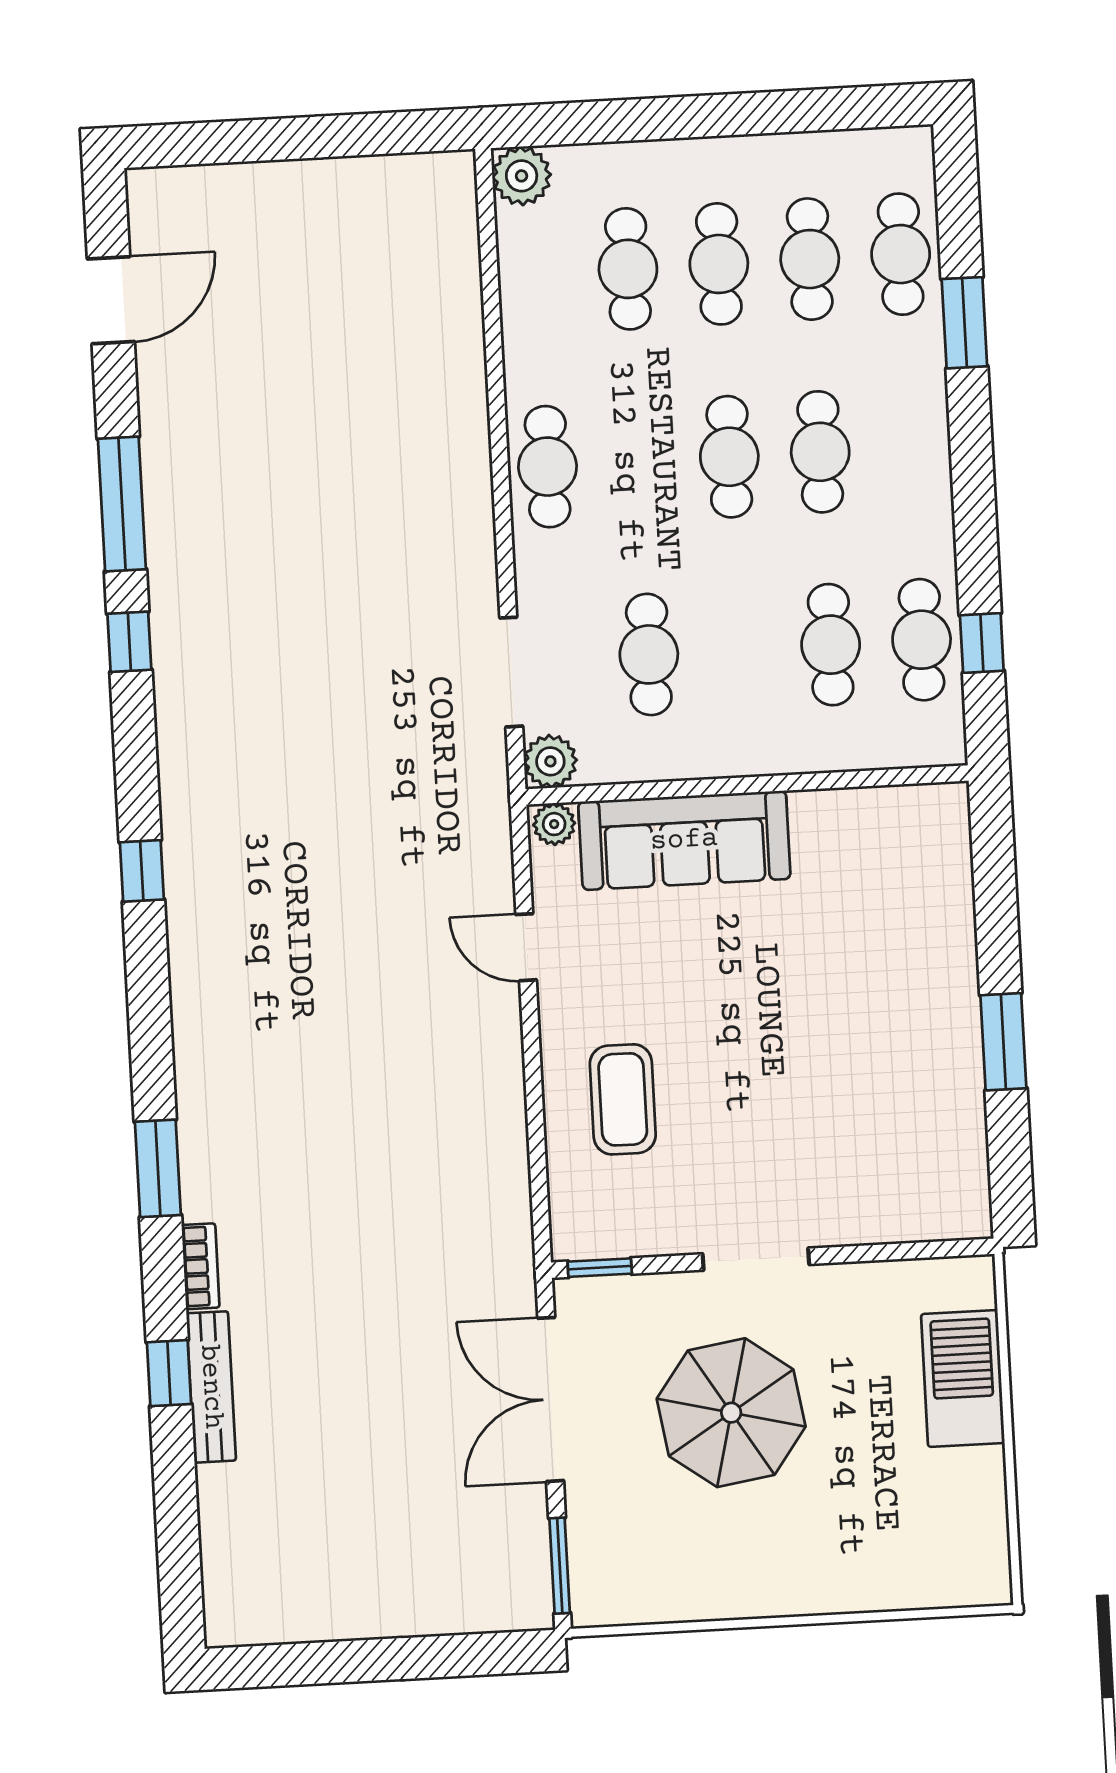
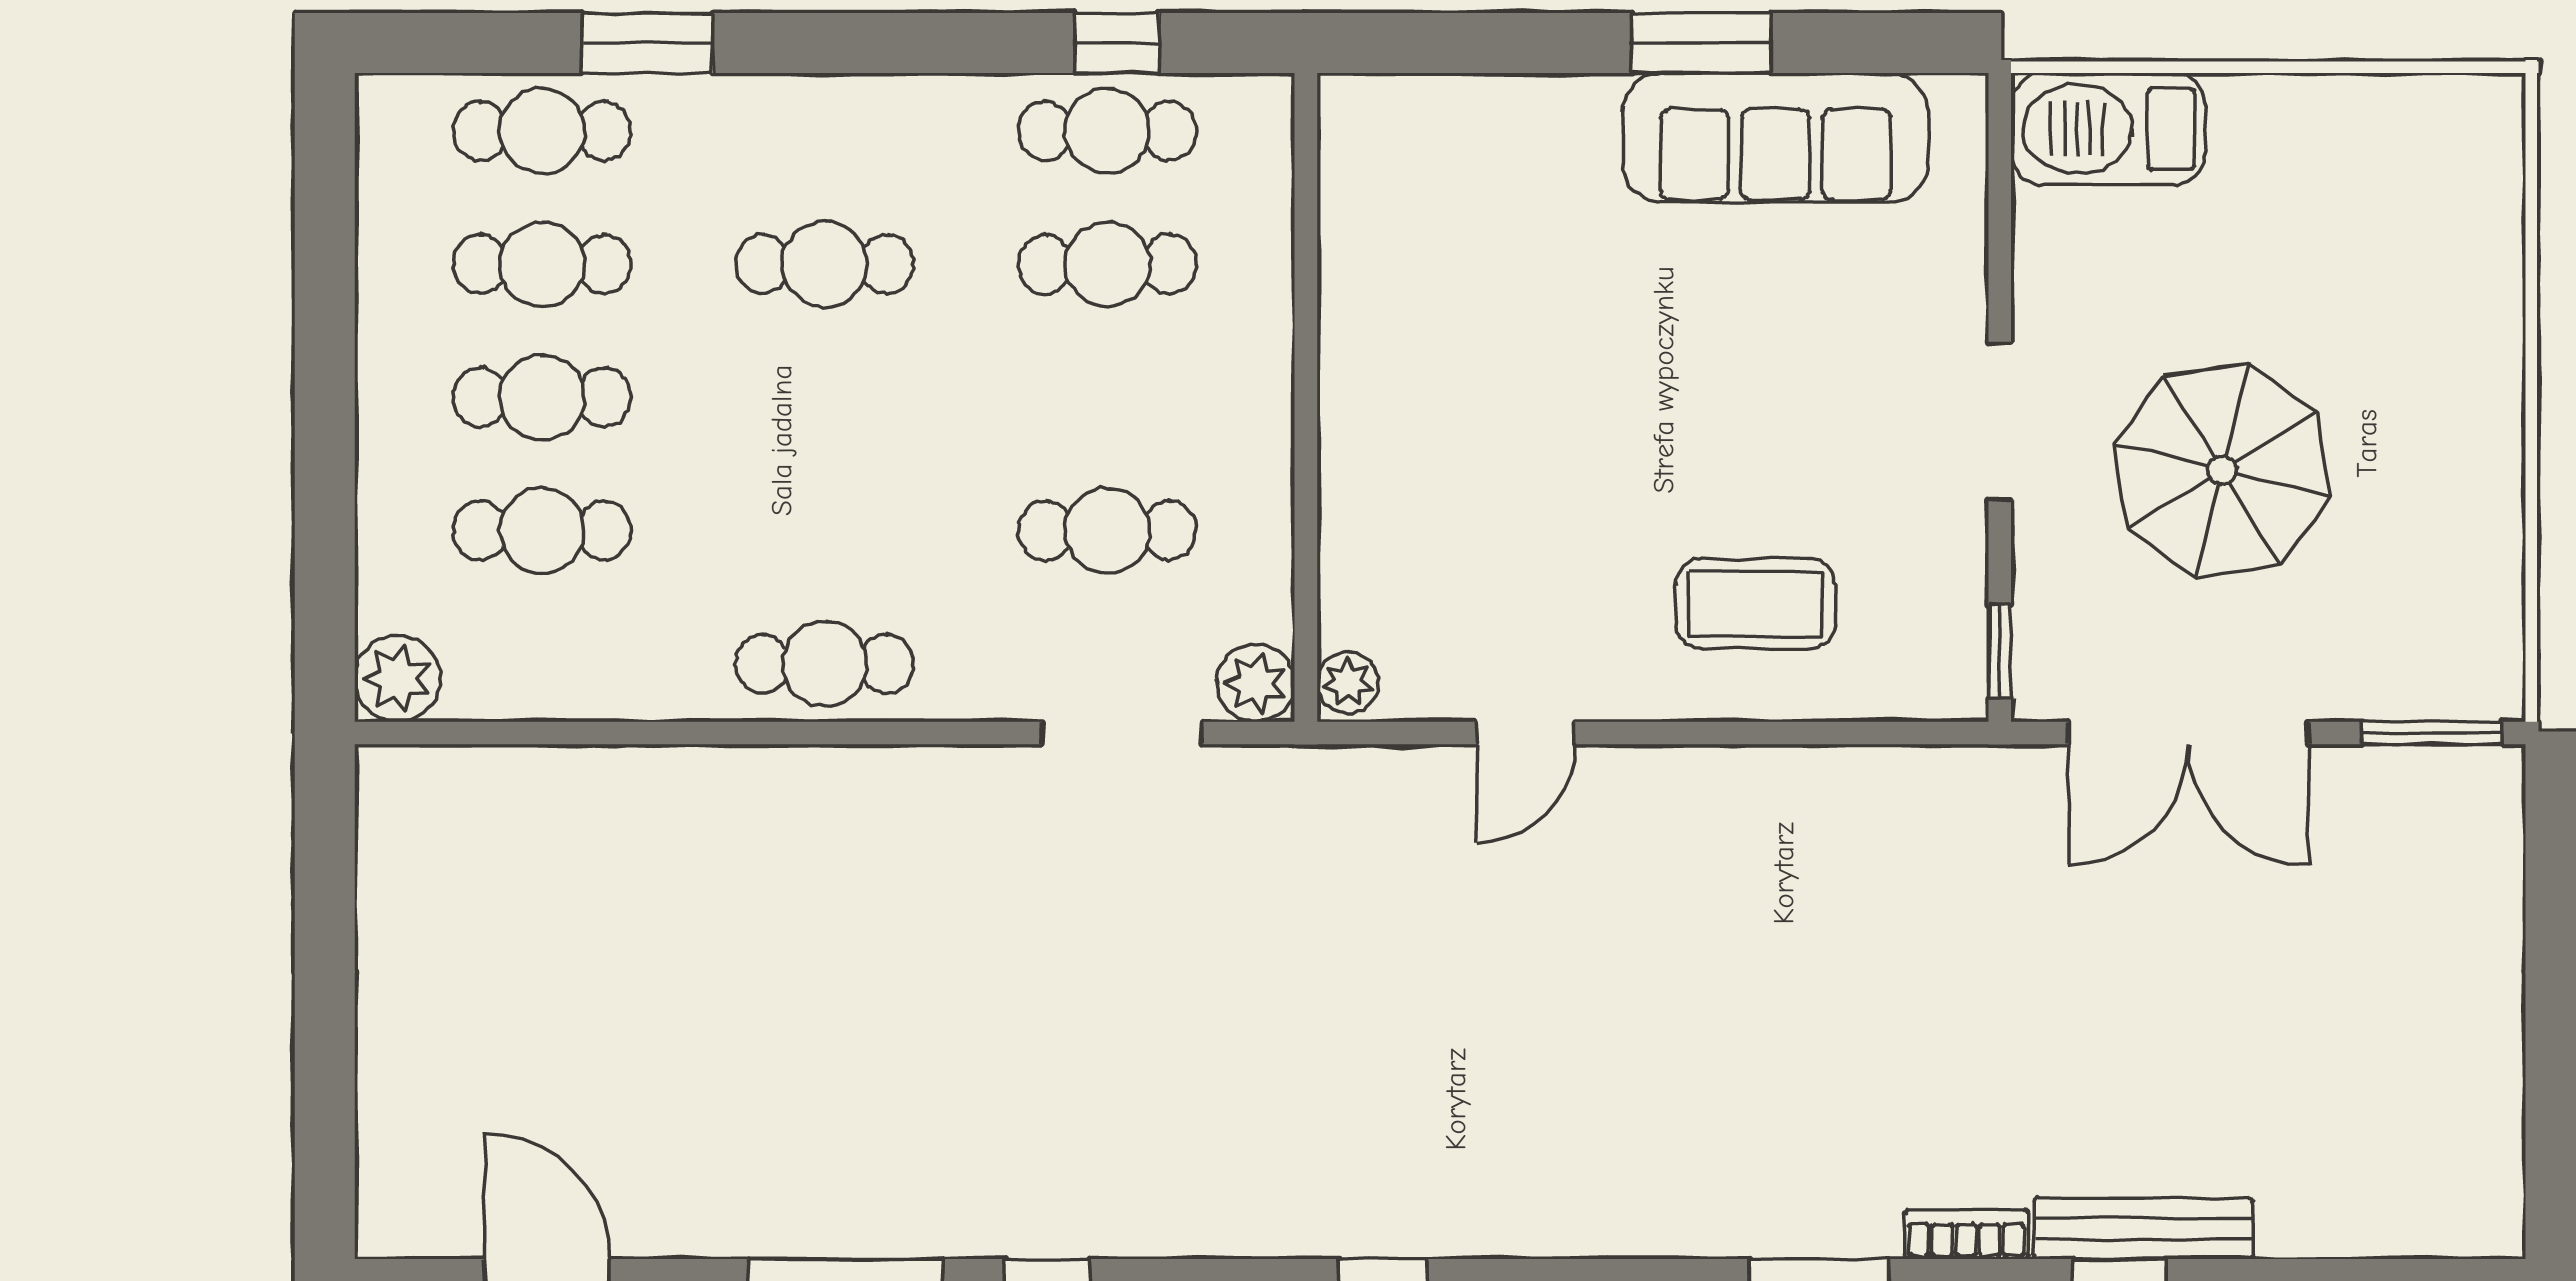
cafe table: (729, 457) -> (825, 397), removed
sofa: (684, 840) -> (1775, 138), moved, turned 90
barbecue: (963, 1378) -> (2108, 129), moved

